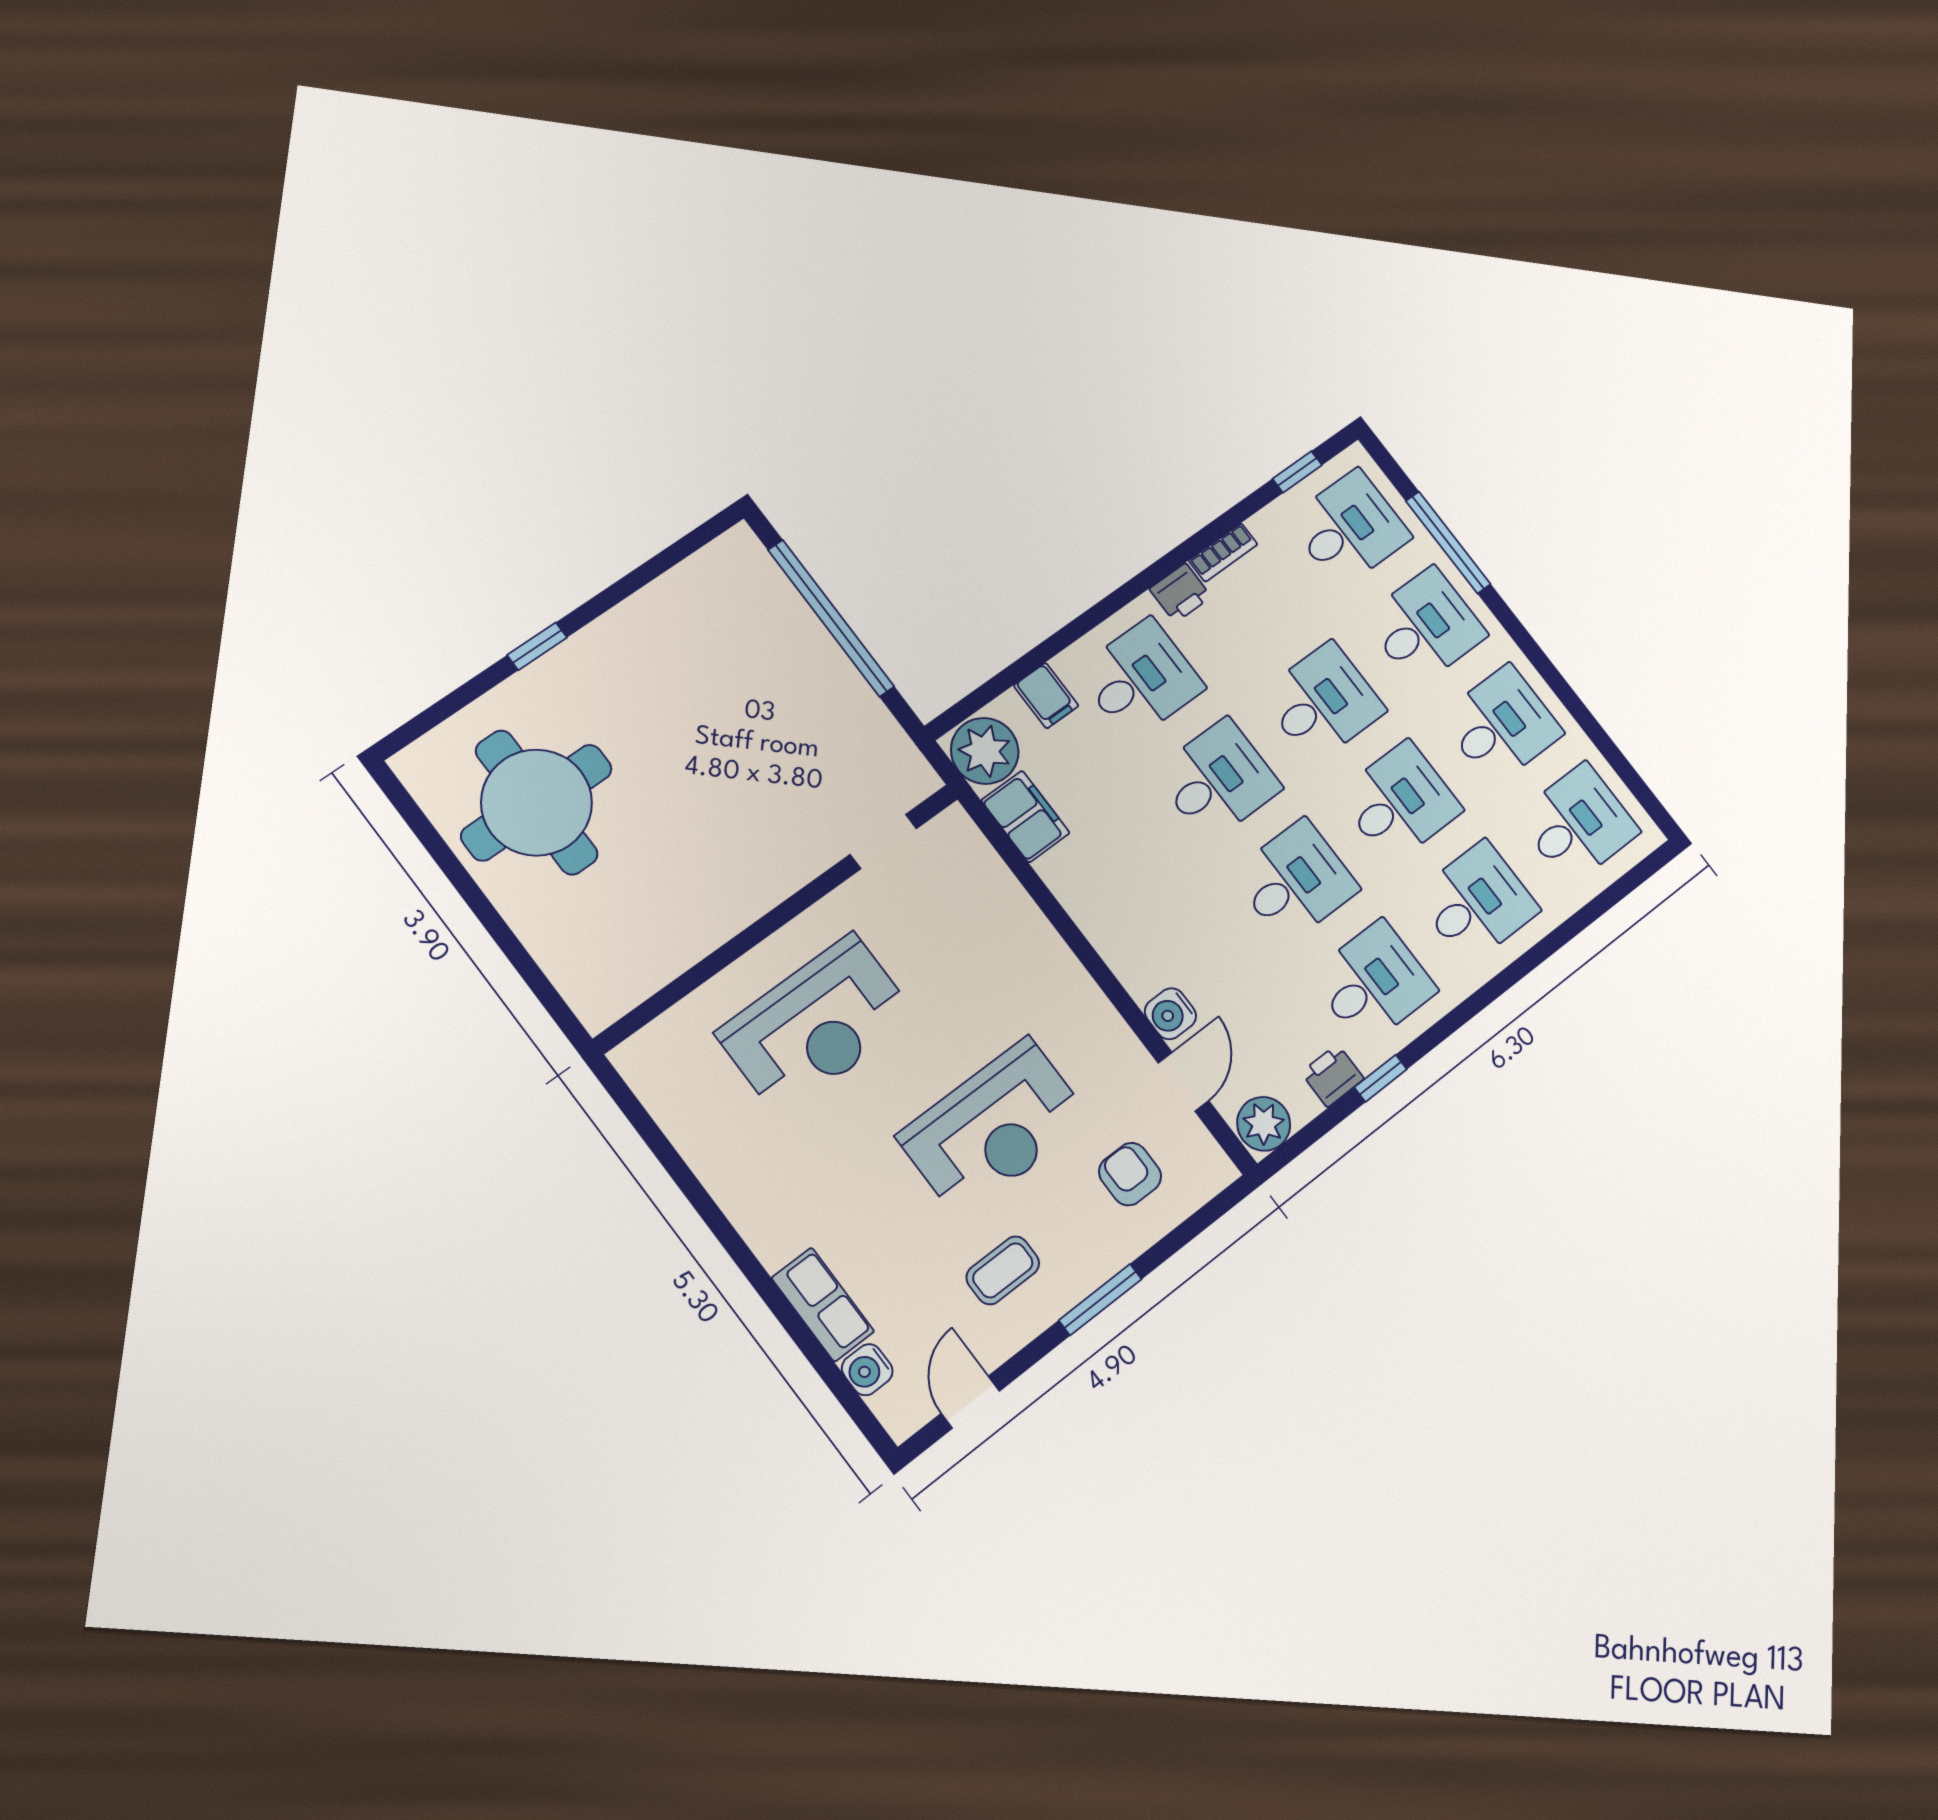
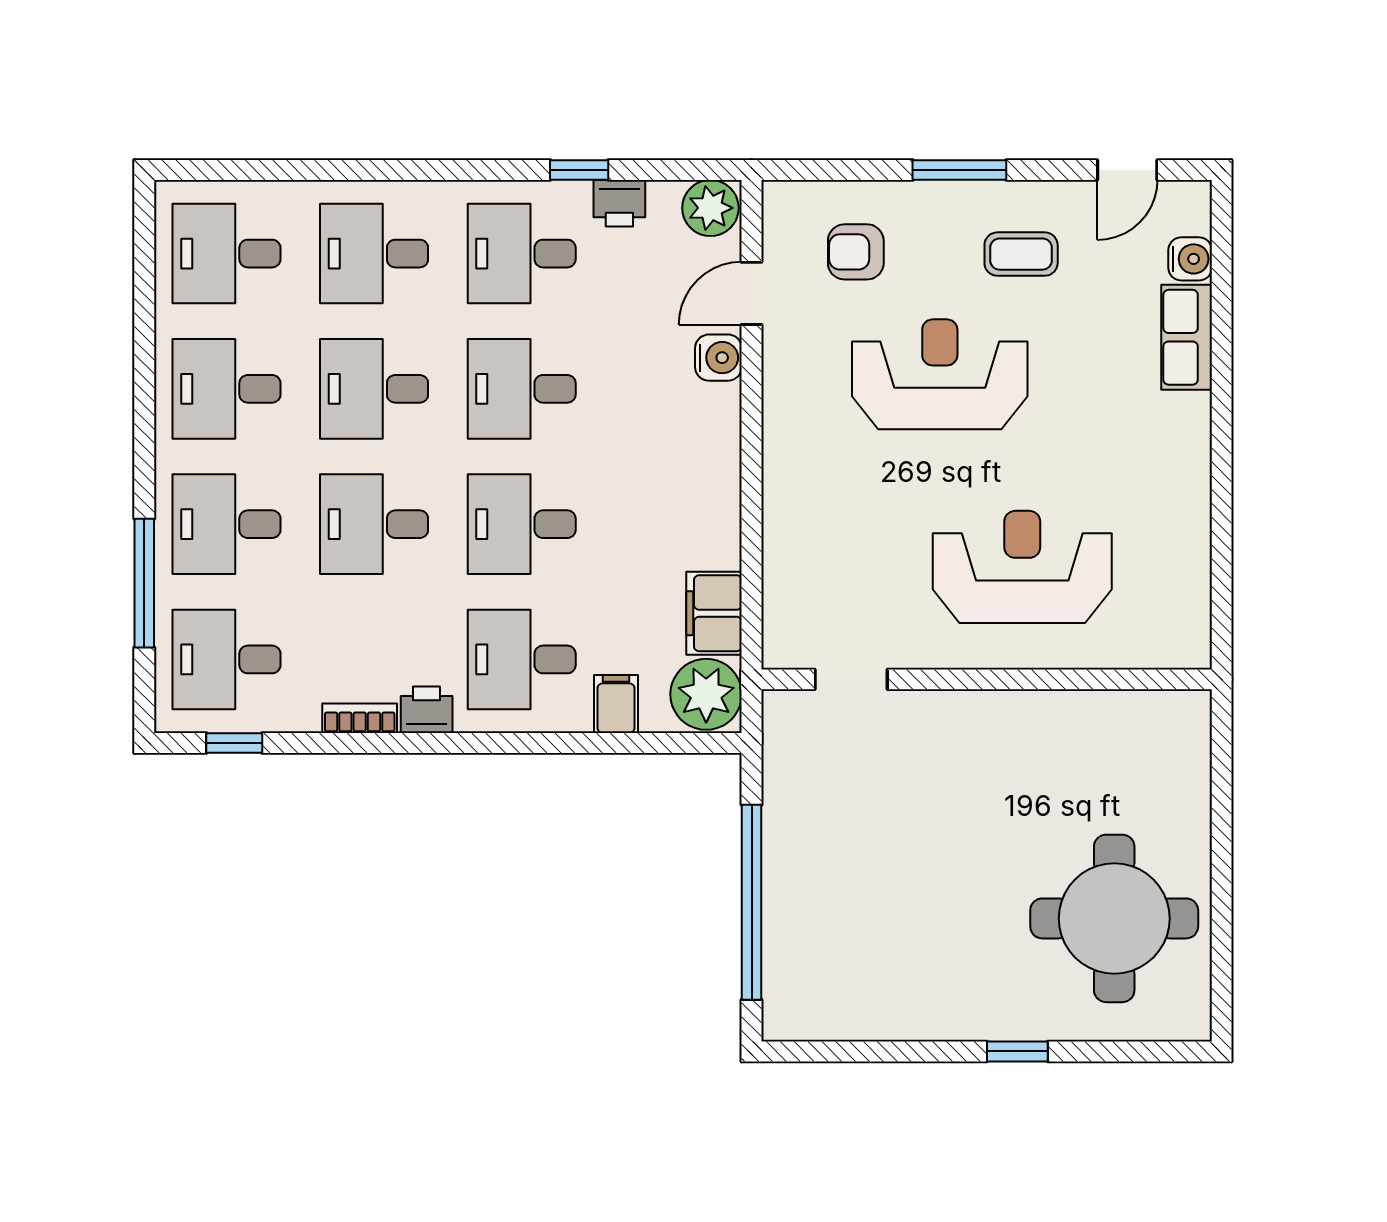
armchair: (1130, 1174) -> (856, 252), turned 90

